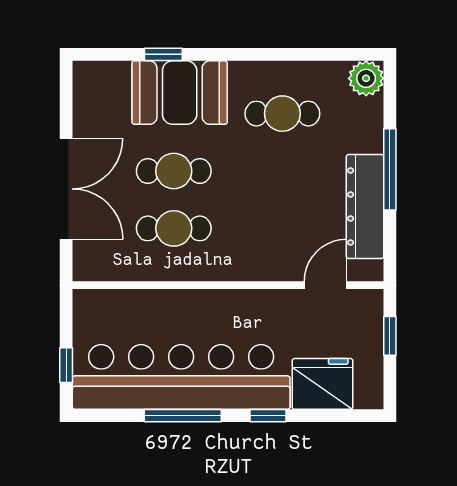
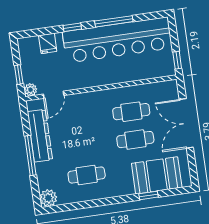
booth: (180, 93) -> (157, 175), moved
plant: (371, 302) -> (30, 90), added
window: (66, 365) -> (177, 60), moved
fridge: (322, 384) -> (48, 43), width x0.53, depth x0.75

